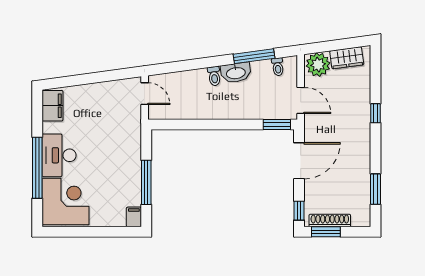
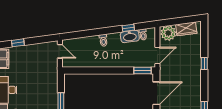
window: (254, 56) -> (128, 28), width x0.46
washbasin: (236, 73) -> (130, 36), moved
window: (77, 80) -> (18, 43), added
door: (301, 100) -> (157, 55), hinge flipped

